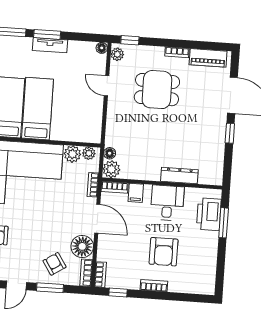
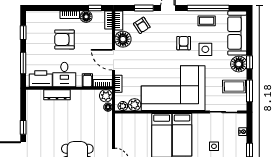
printer: (209, 214) -> (41, 79), moved, turned -90
armchair: (164, 252) -> (65, 39), turned -90
window: (221, 265) -> (23, 33), added
floor lamp: (131, 281) -> (86, 17), added

